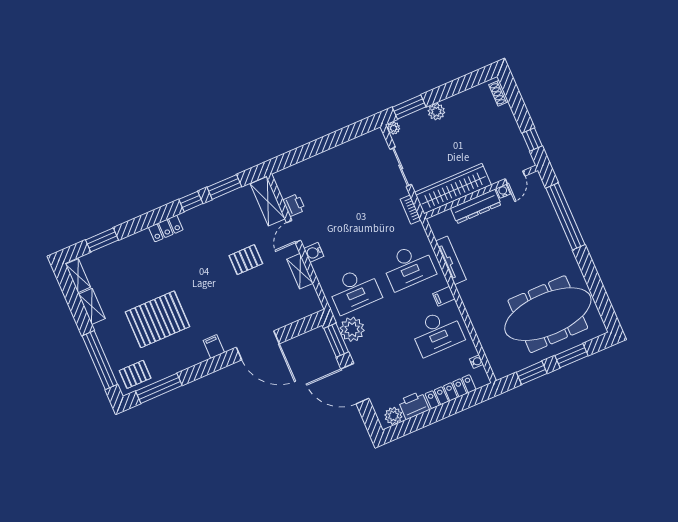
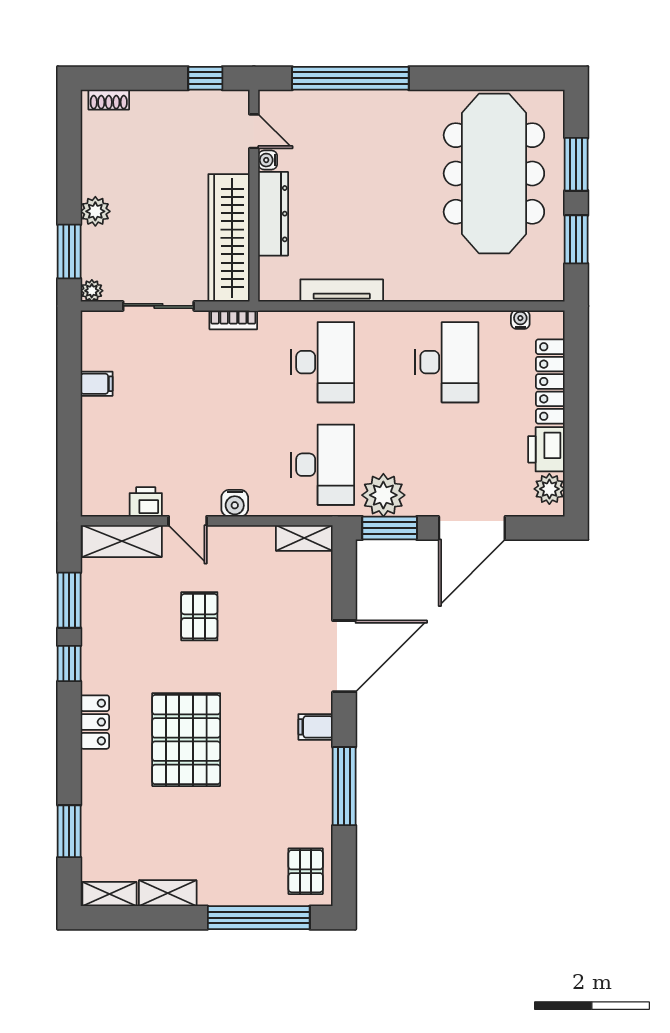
shelving: (300, 271) -> (304, 538), moved
filing cabinet: (444, 296) -> (97, 384), moved, turned -90
pallet: (157, 319) -> (186, 740), moved
window: (159, 388) -> (344, 786), moved

